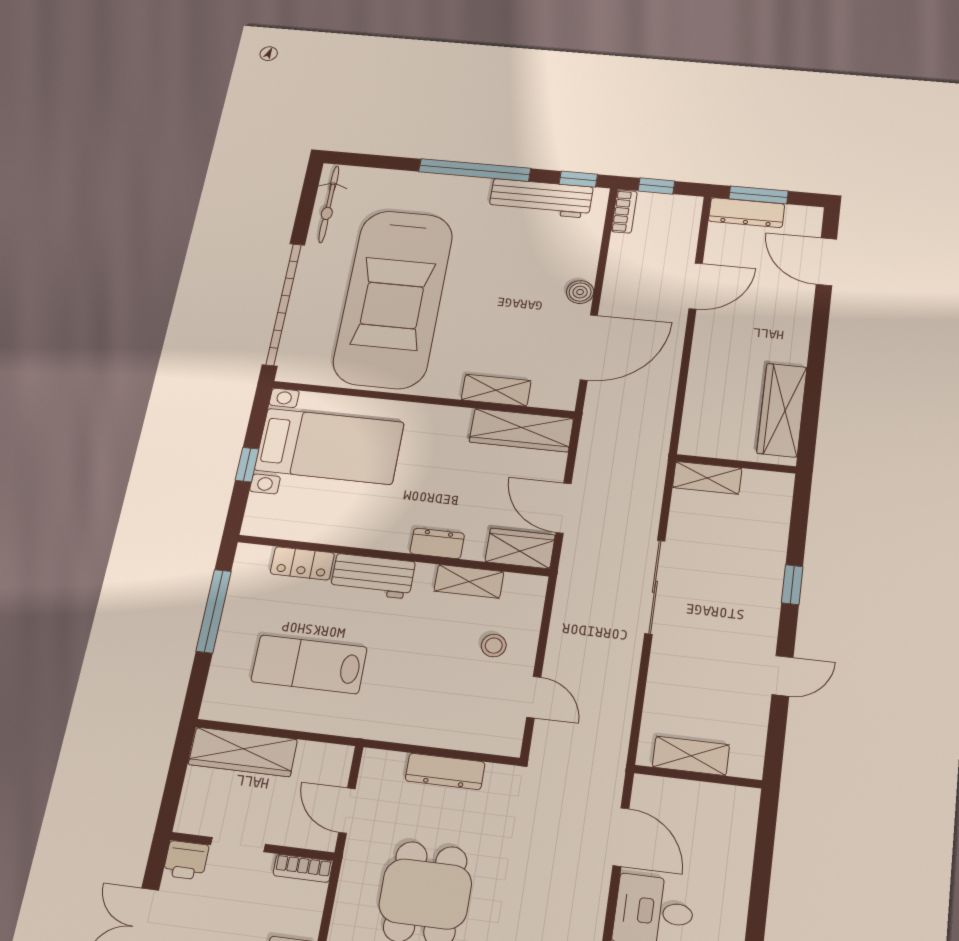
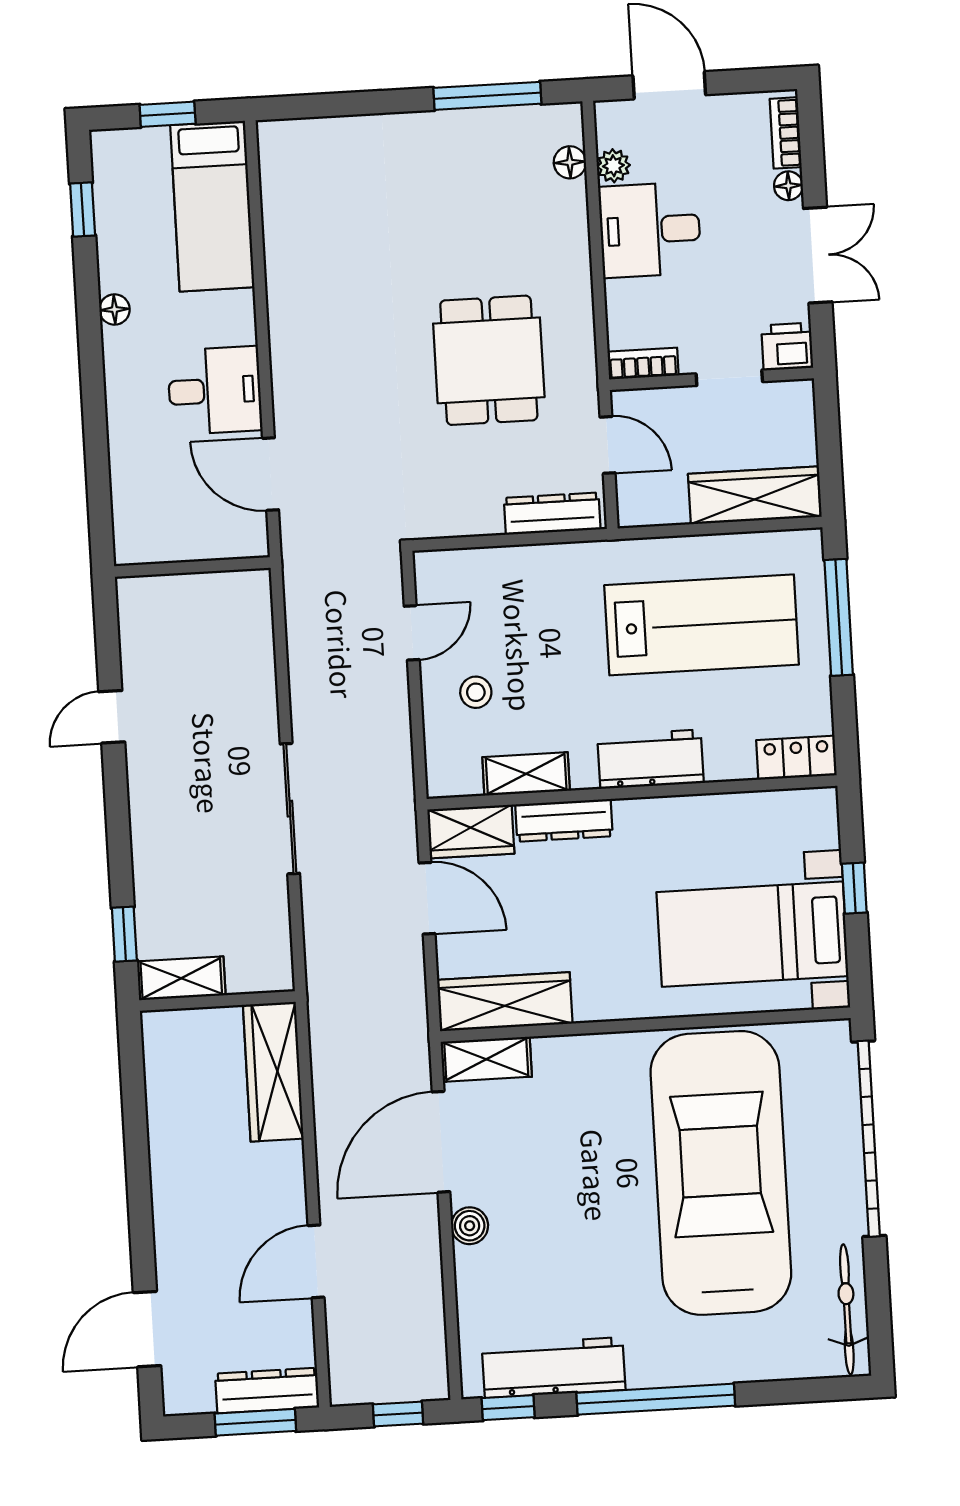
bookcase: (624, 211) -> (435, 1365), removed
door: (826, 262) -> (147, 1329), swing flipped
shelving: (496, 390) -> (486, 1059), moved
wardrobe: (782, 410) -> (273, 1072), moved, turned 180
shelving: (707, 478) -> (181, 978), moved
dresser: (437, 543) -> (564, 820), width x1.44
locker: (302, 563) -> (796, 758), moved
window: (792, 585) -> (124, 934), moved
window: (214, 611) -> (839, 617), moved
lab bench: (309, 664) -> (702, 625), width x1.36, depth x1.39
door: (534, 697) -> (412, 633), swing flipped
shelving: (691, 756) -> (206, 592), removed
dresser: (445, 771) -> (552, 514), moved

